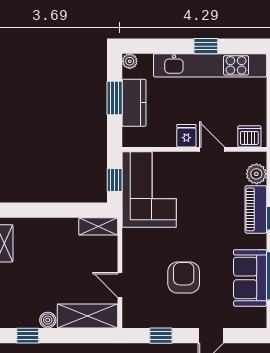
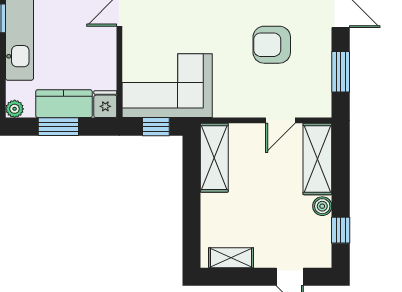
fridge: (186, 136) -> (105, 104), moved, turned 90
shelving: (98, 226) -> (214, 158), width x1.50, depth x1.33
window: (161, 336) -> (341, 72), width x1.50

